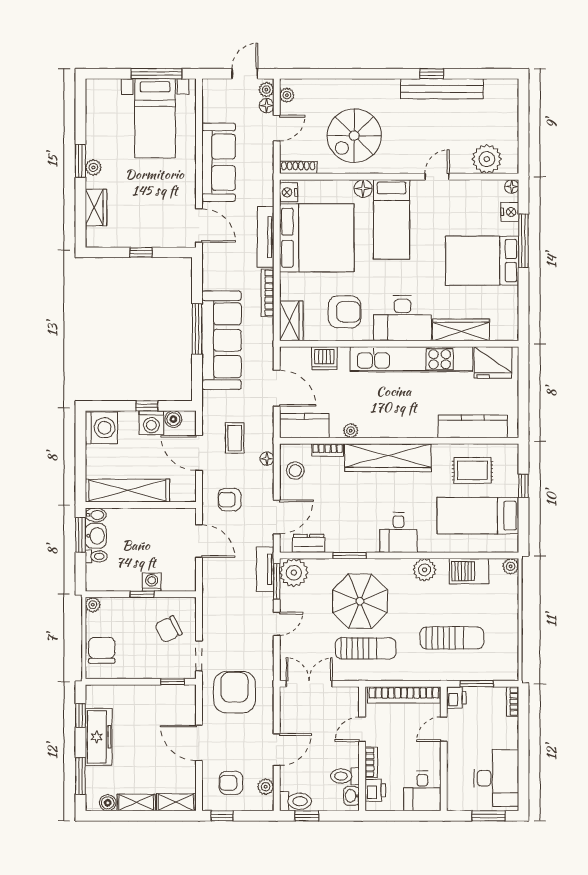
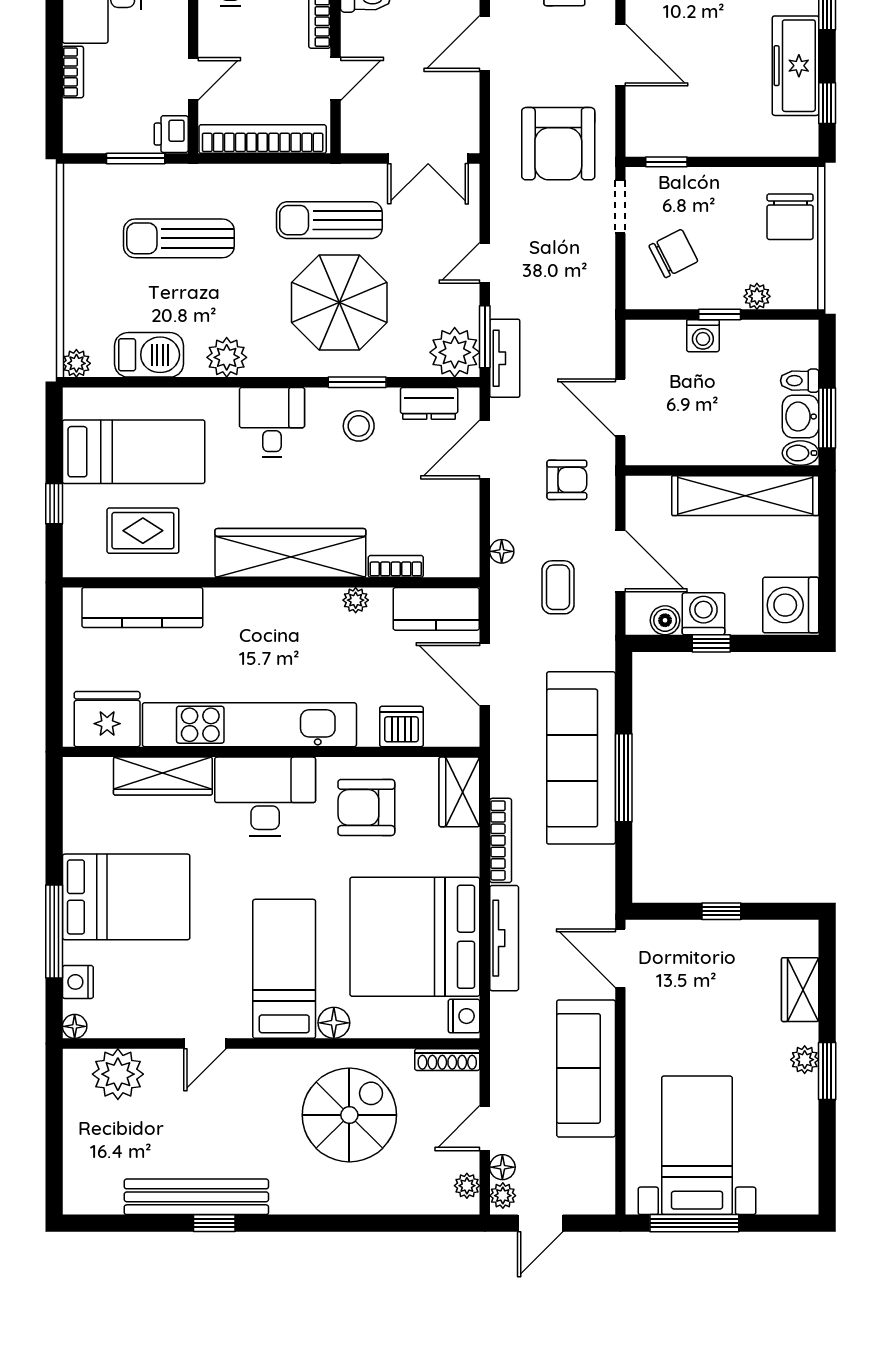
stool: (295, 471) -> (359, 426), moved
plant: (93, 605) -> (757, 296), moved
bookcase: (513, 701) -> (73, 72), moved

